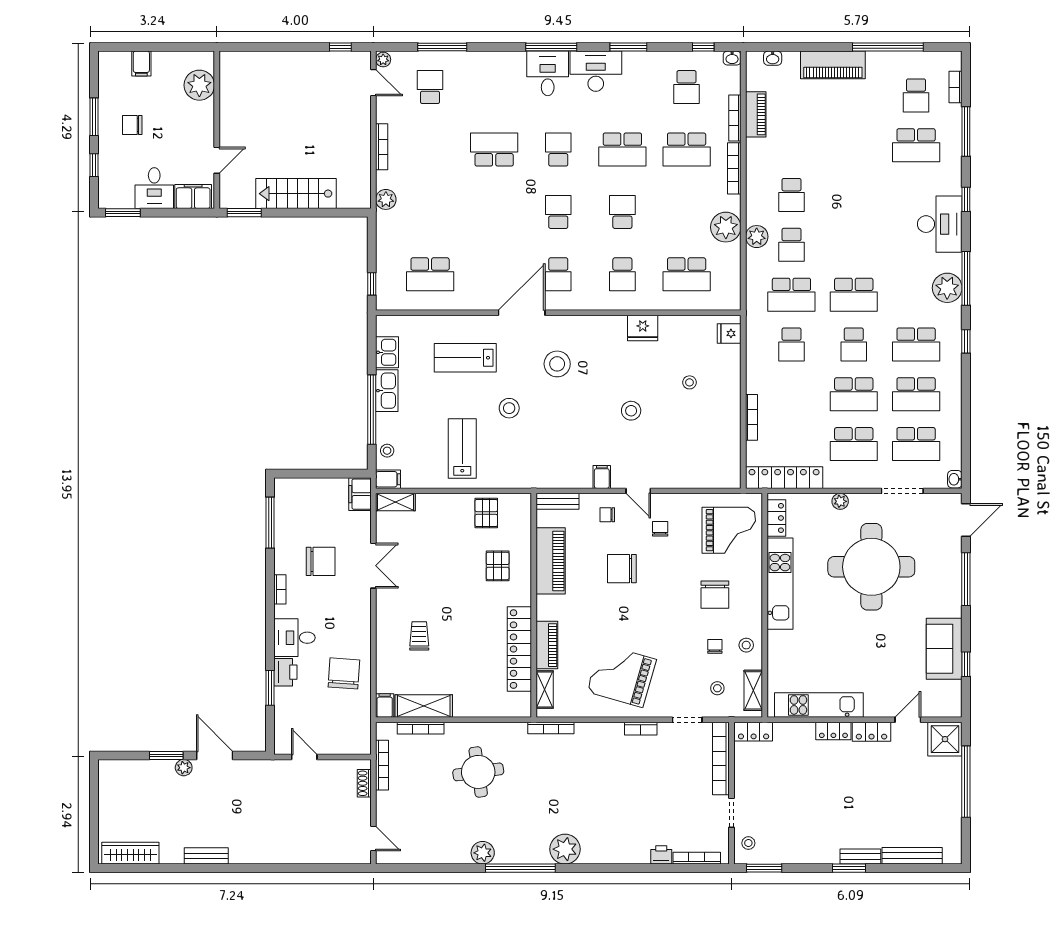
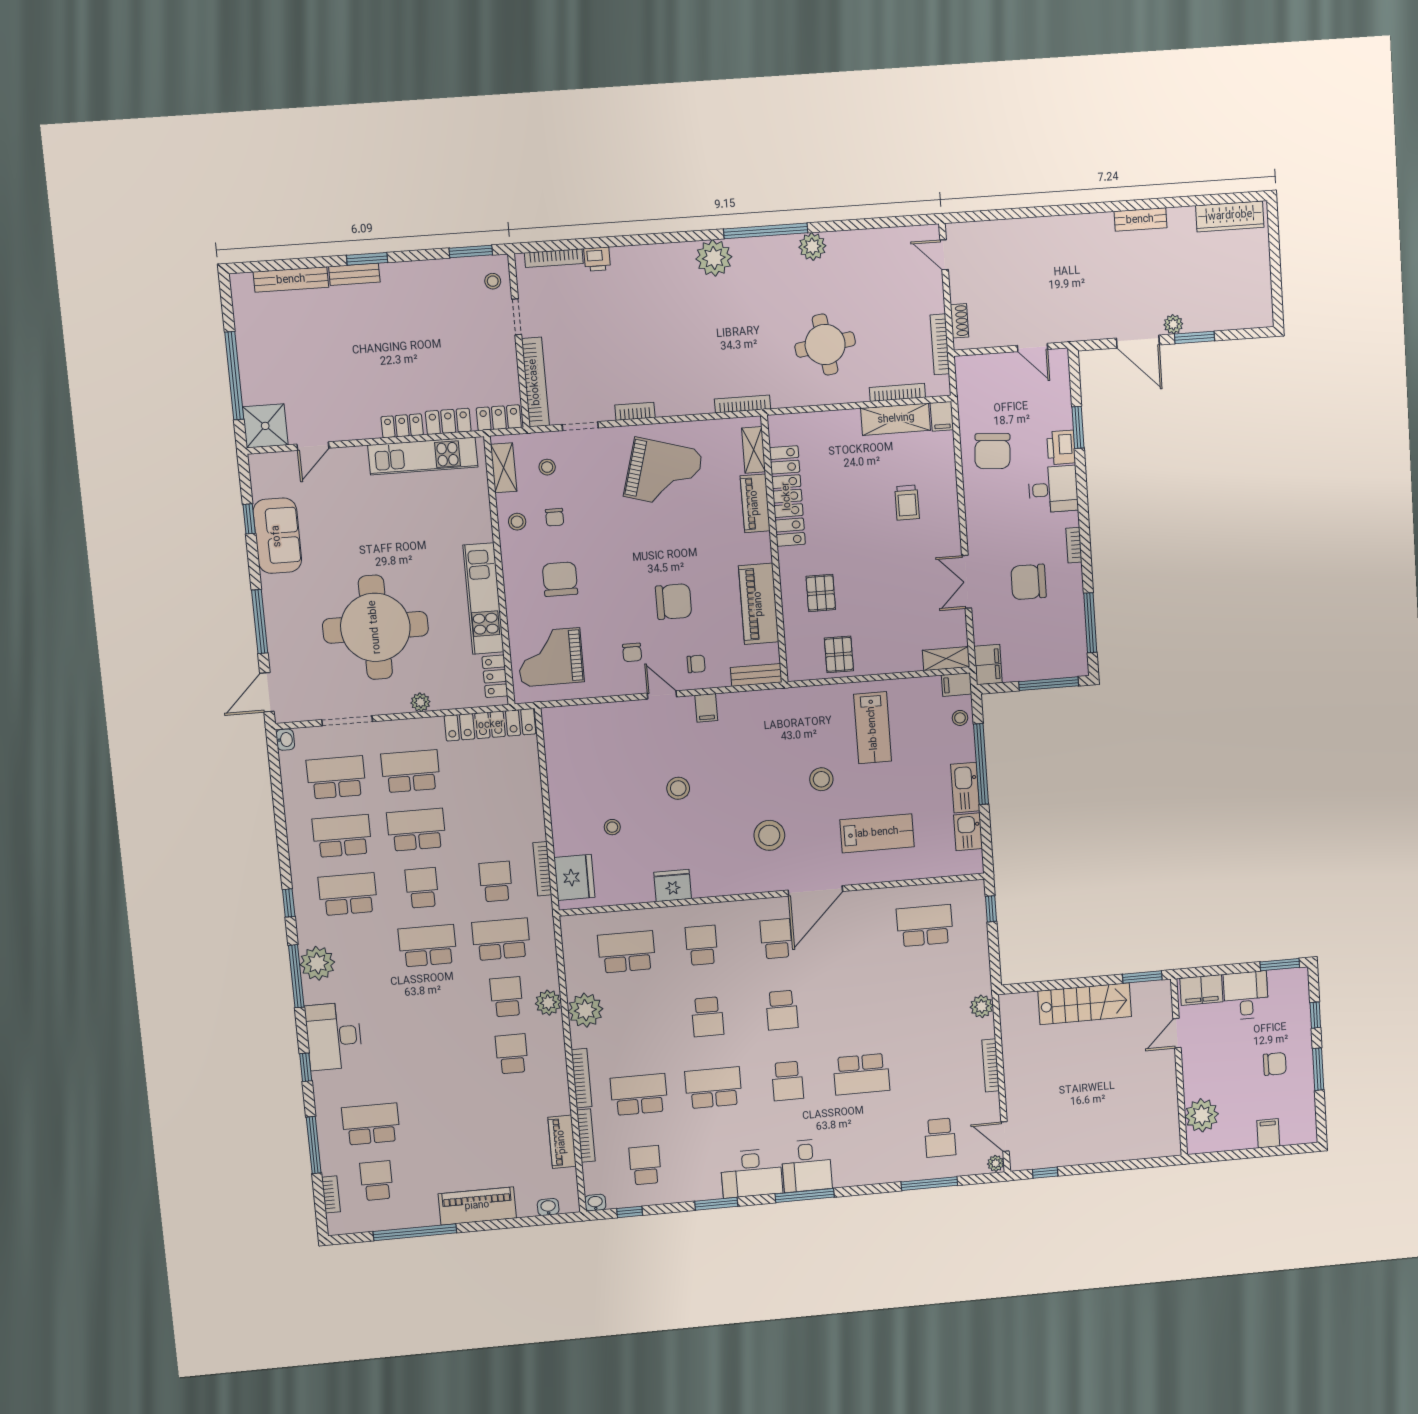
fridge: (729, 333) -> (574, 877), width x1.88, depth x1.34
bookcase: (751, 417) -> (542, 869), moved
window: (309, 474) -> (1049, 684), added
locker: (872, 732) -> (448, 421), moved

